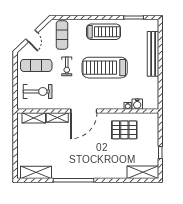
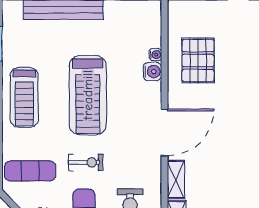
treadmill: (104, 32) -> (24, 97), turned 180
water cooler: (137, 104) -> (152, 72), moved
door: (84, 111) -> (164, 132), hinge flipped

